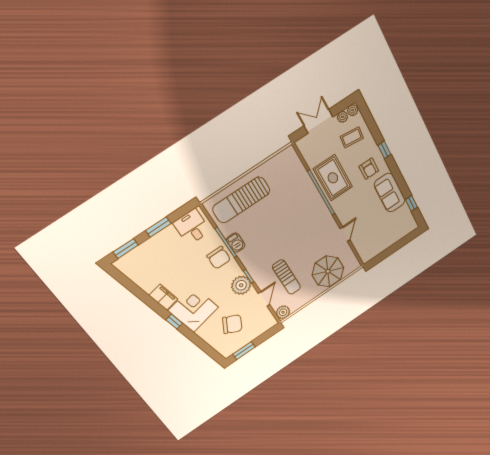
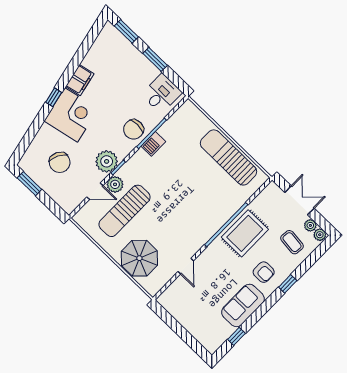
armchair: (369, 169) -> (264, 272), turned -90
sun lounger: (241, 200) -> (228, 157), moved
door: (345, 234) -> (186, 266), hinge flipped
sun lounger: (287, 277) -> (125, 211), width x1.36, depth x1.34
plant: (283, 312) -> (115, 184), moved

